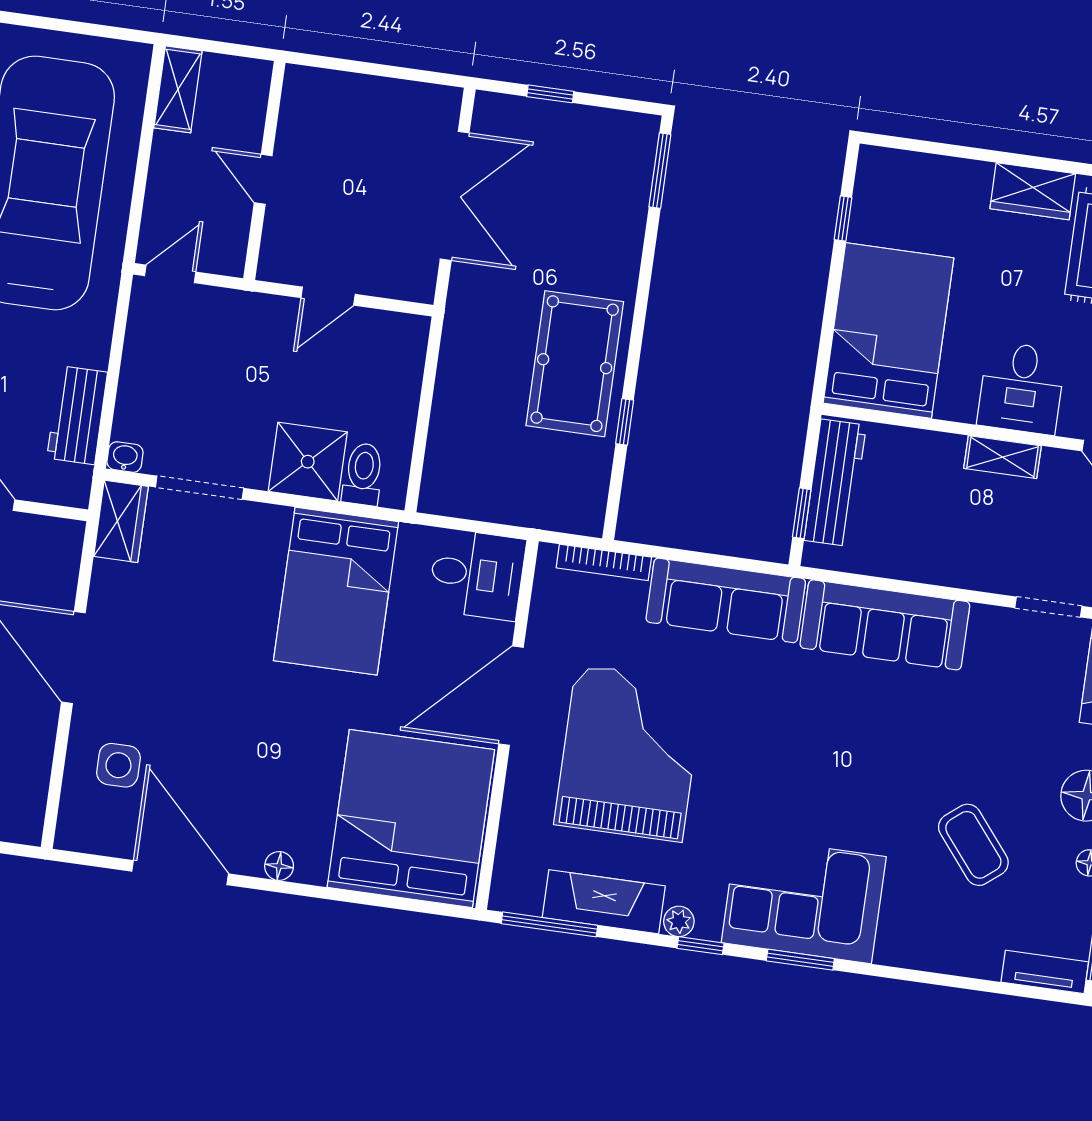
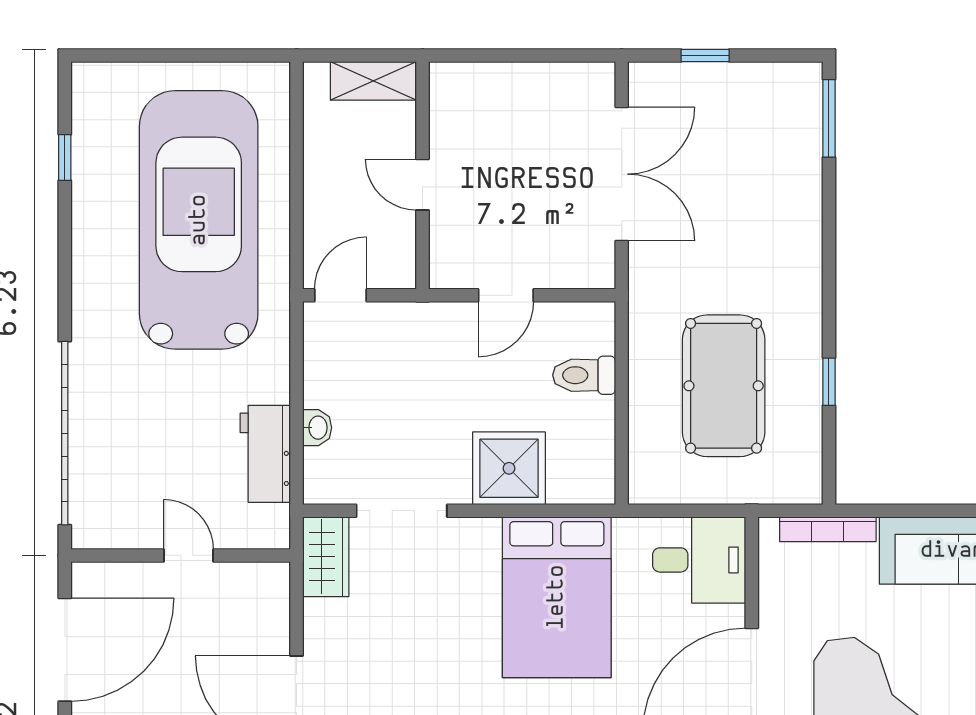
shelving: (178, 89) -> (373, 81), moved, turned 90
pool table: (575, 364) -> (724, 386), moved
washbasin: (125, 457) -> (317, 428), moved, turned 90
toilet: (363, 474) -> (584, 375), moved, turned -90

